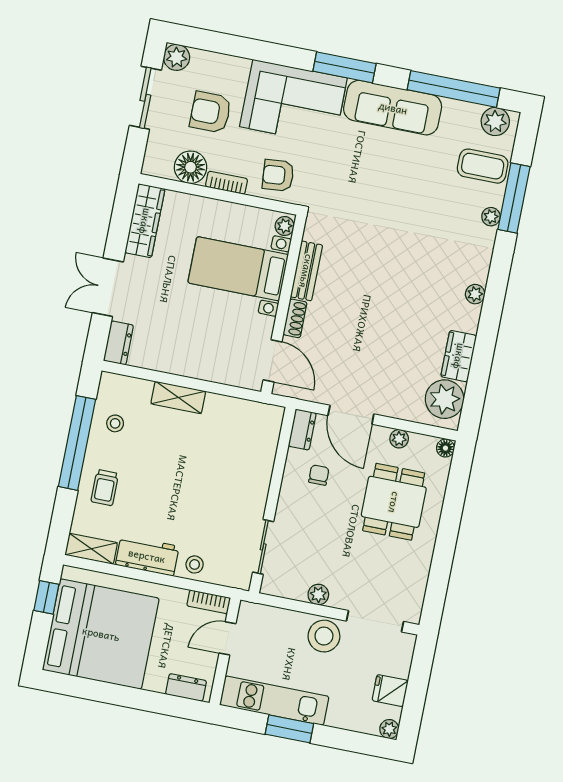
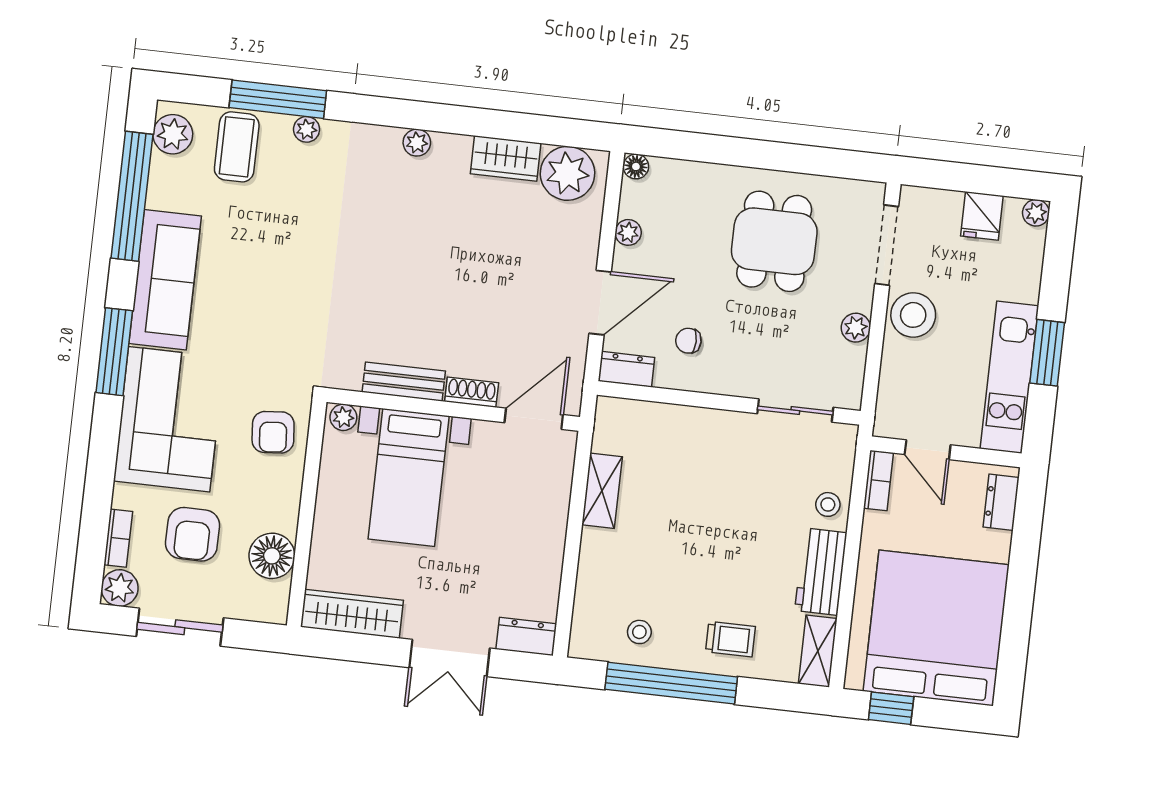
bookcase: (226, 183) -> (118, 538), moved, turned 180
shelving: (178, 397) -> (602, 491), moved
dining table: (394, 502) -> (774, 241), moved, turned 90

